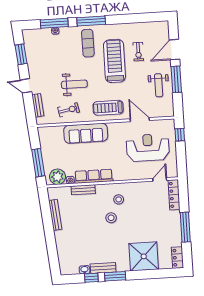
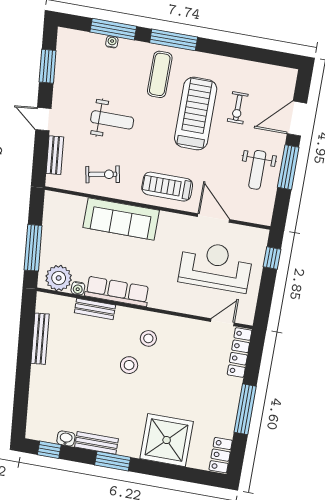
weight bench: (74, 84) -> (112, 120), moved
window: (91, 278) -> (49, 450), moved

